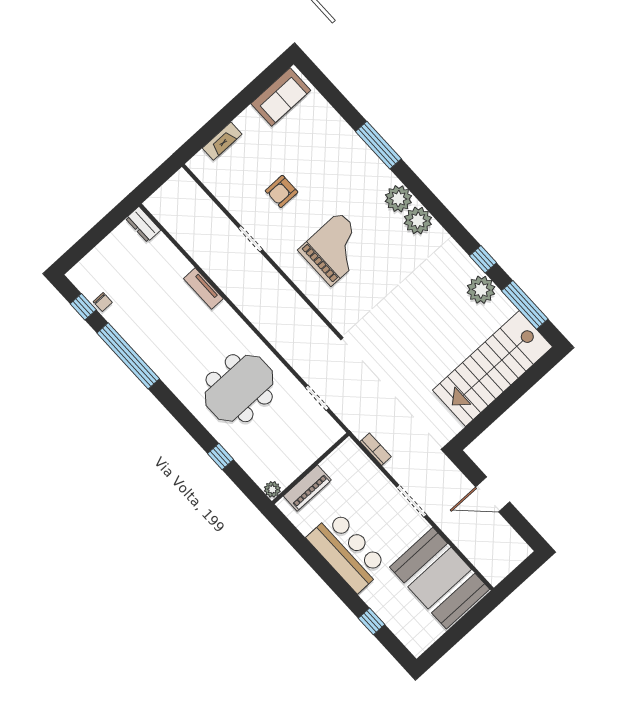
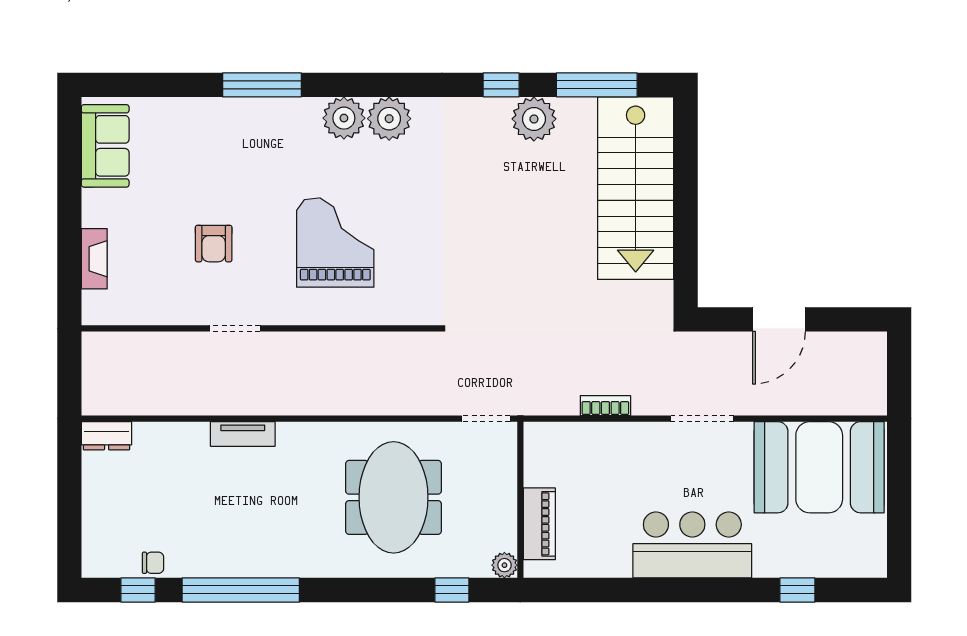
wall: (310, 468) -> (520, 500), moved
piano: (307, 488) -> (539, 524), moved
plant: (272, 489) -> (504, 565), moved

